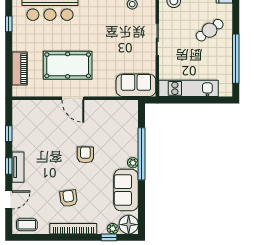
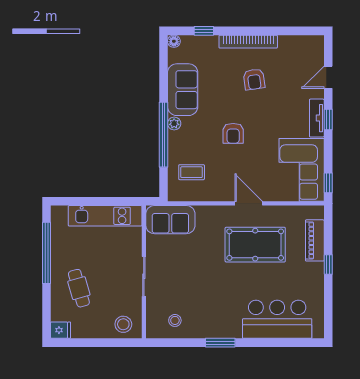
window: (9, 24) -> (328, 264), moved
cafe table: (210, 30) -> (79, 288), turned -71
corner sofa: (30, 125) -> (302, 170), added
window: (9, 134) -> (328, 183), moved
coffee table: (27, 225) -> (192, 172), moved
floor lamp: (129, 225) -> (174, 41), width x0.53, depth x0.53
plant: (113, 229) -> (199, 42), removed

